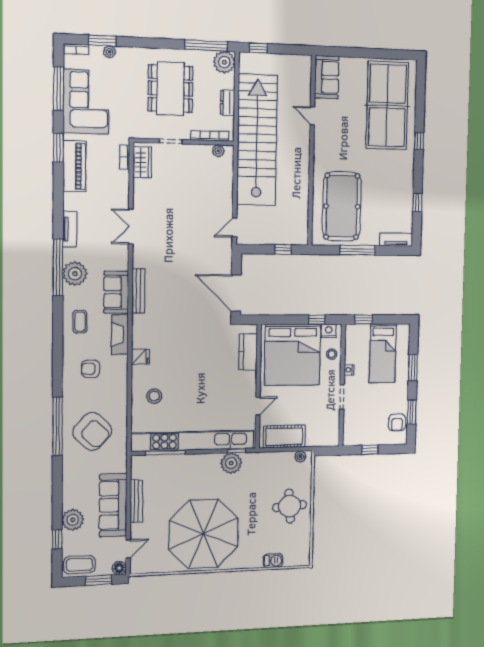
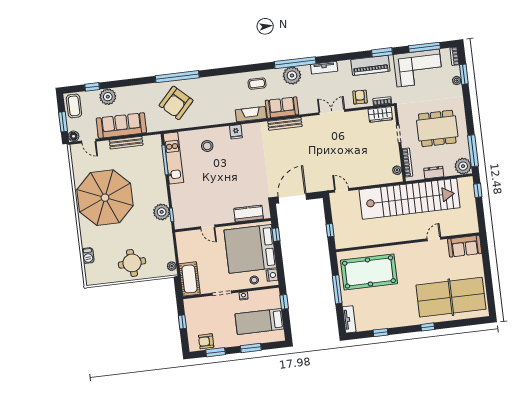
window: (317, 320) -> (276, 235), moved
armchair: (90, 369) -> (360, 97), moved
cot: (284, 437) -> (189, 279), moved
kitchen unit: (193, 441) -> (173, 158), width x0.54

